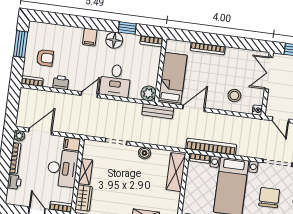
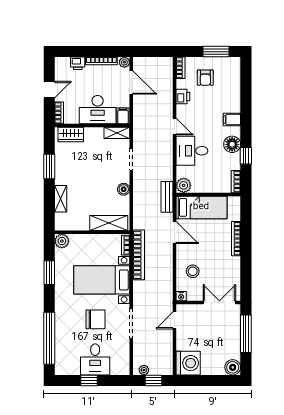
shelving: (85, 172) -> (117, 133), moved

